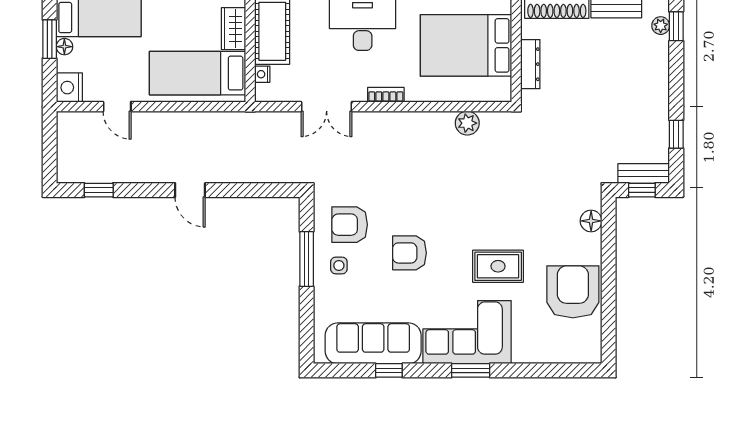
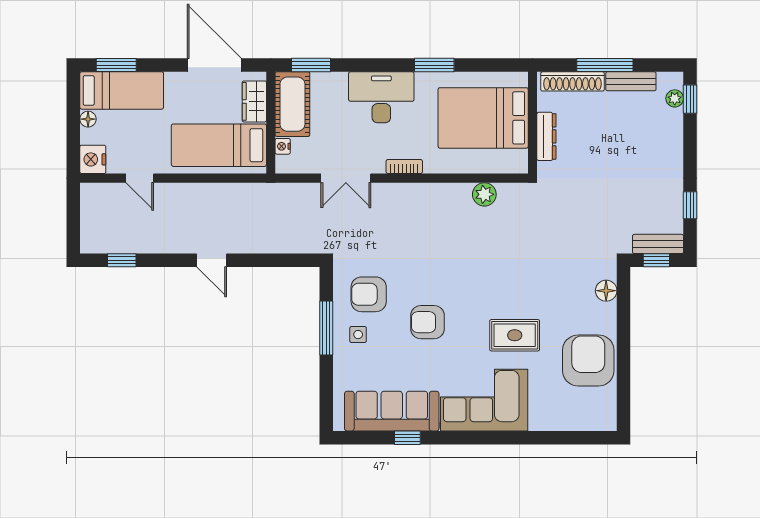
window: (50, 39) -> (73, 112), removed
window: (471, 370) -> (488, 438), removed

